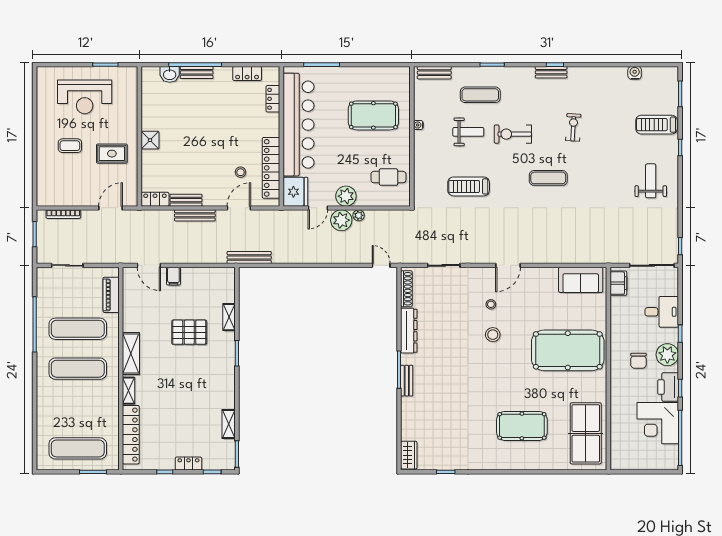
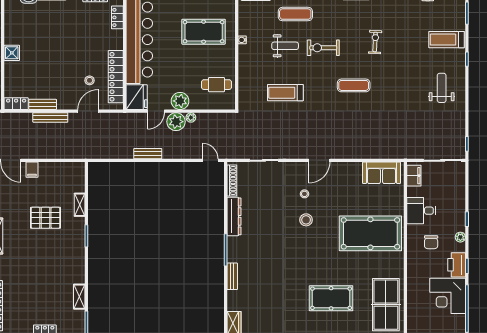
bench: (249, 257) -> (148, 154), moved, width x0.73
desk: (662, 312) -> (421, 211), moved, turned 180
plant: (667, 355) -> (460, 237), width x0.53, depth x0.53
bench: (407, 381) -> (232, 276), moved

